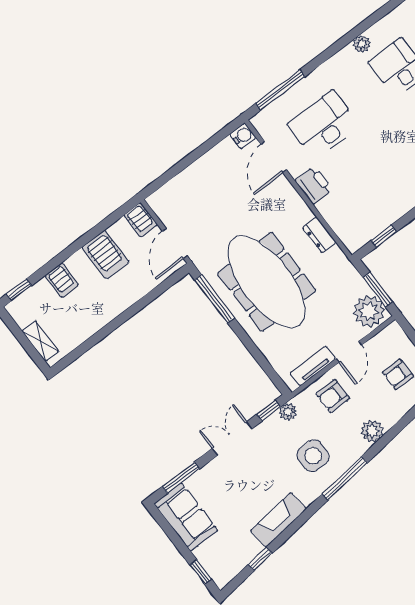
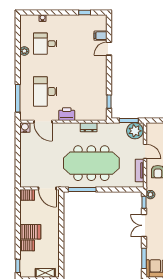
server rack: (105, 254) -> (30, 232), moved

